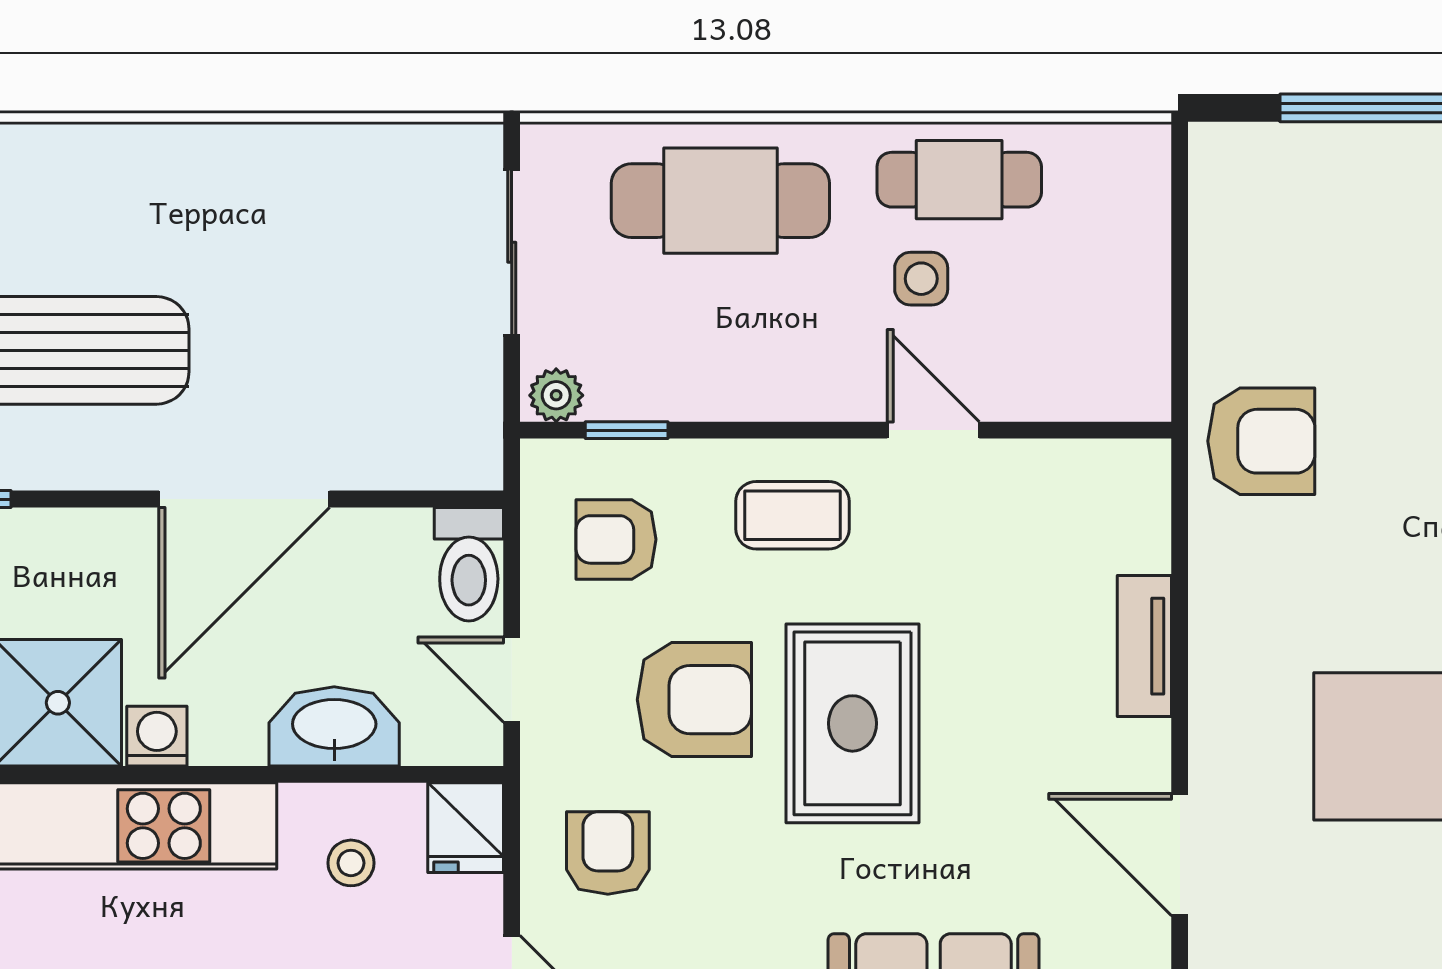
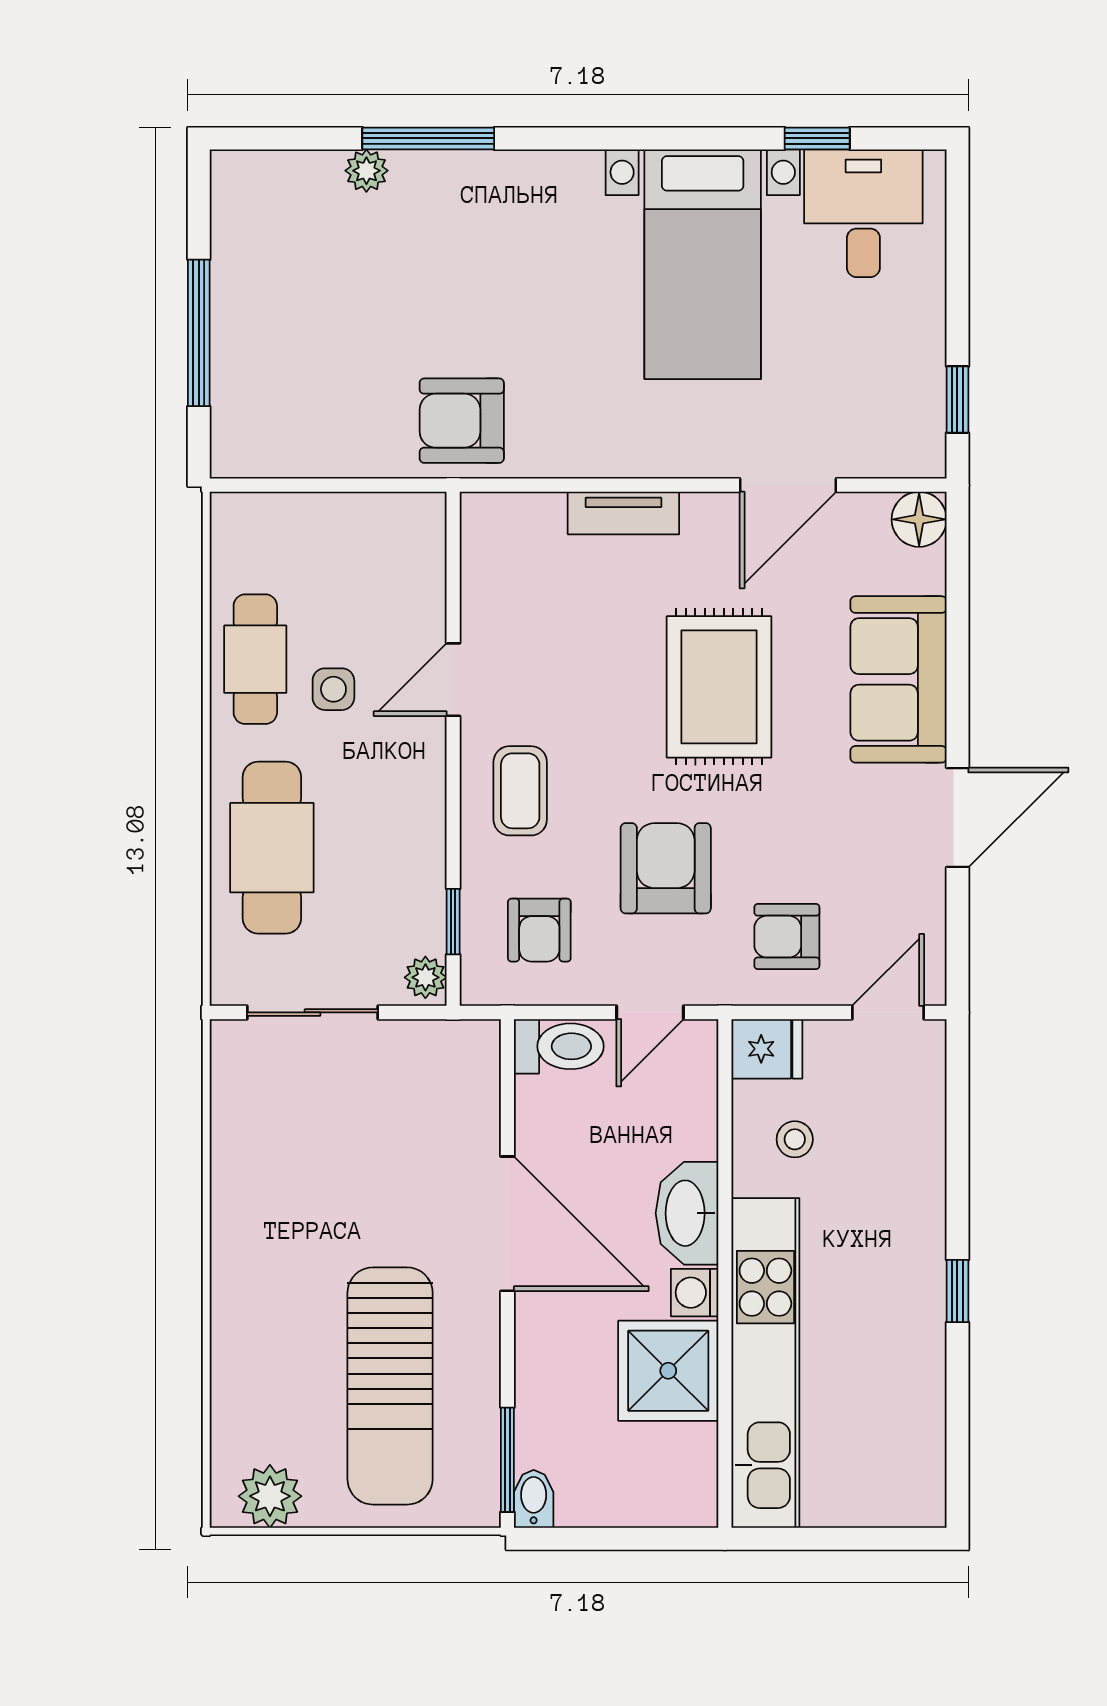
armchair: (1261, 441) -> (462, 421), turned -90
rug: (852, 723) -> (719, 687), moved, turned 90
washbasin: (334, 726) -> (687, 1213), moved

